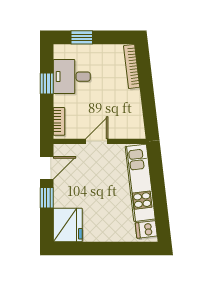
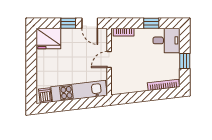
window: (82, 37) -> (185, 61), moved
desk: (72, 77) -> (166, 40), moved, turned 90
door: (97, 141) -> (109, 60), swing flipped

